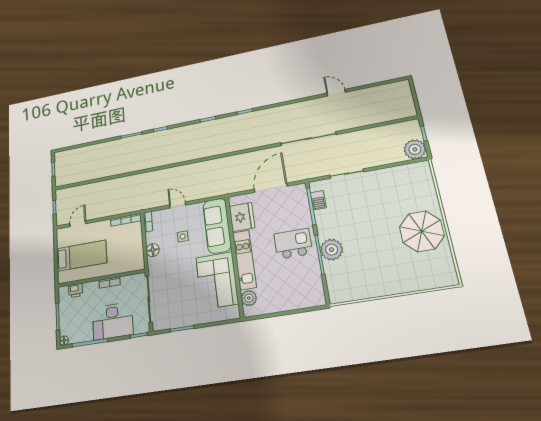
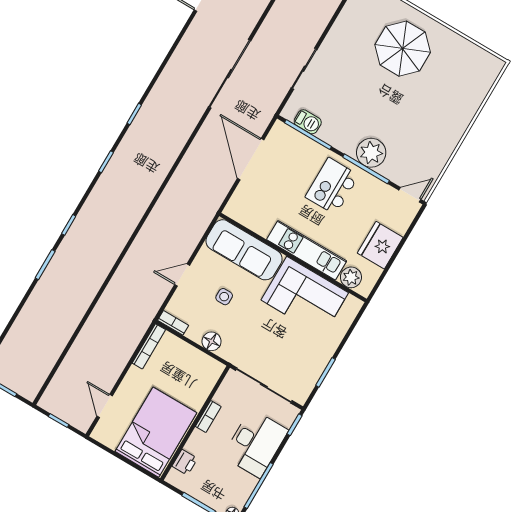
fridge: (242, 217) -> (380, 245), moved, turned -90
parasol: (422, 231) -> (403, 49), moved
bed: (82, 256) -> (156, 432), width x1.50
door: (326, 293) -> (410, 195), added

